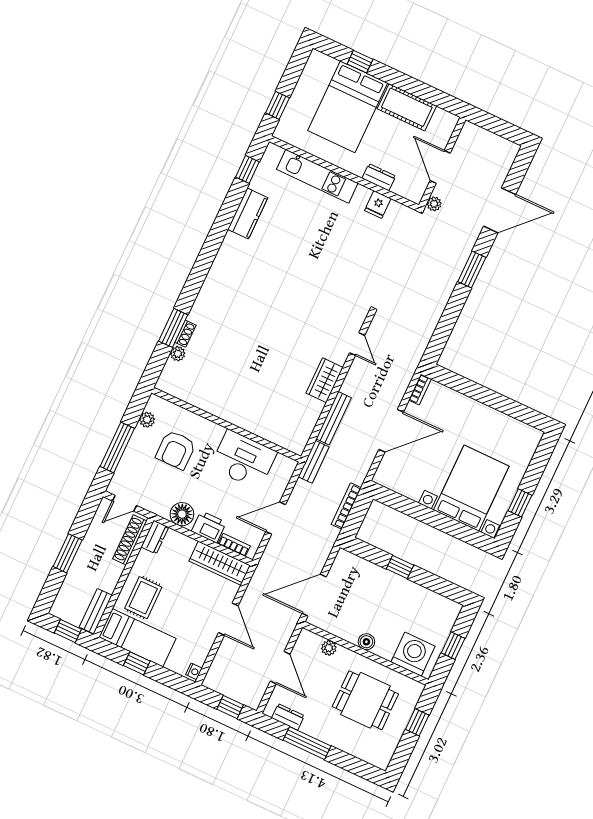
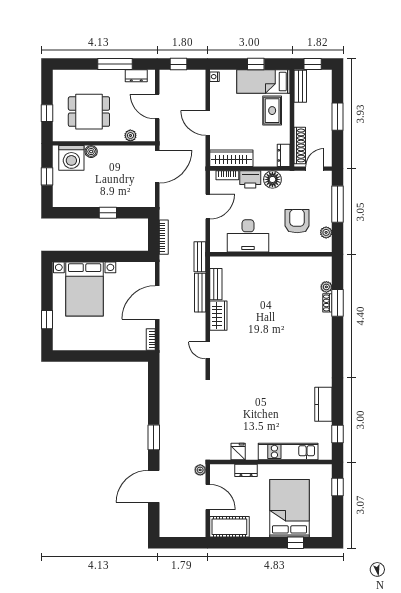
cot: (407, 107) -> (229, 527), moved
bench: (310, 420) -> (216, 284), added
window: (520, 503) -> (47, 320), moved
boiler: (366, 642) -> (91, 152), moved

